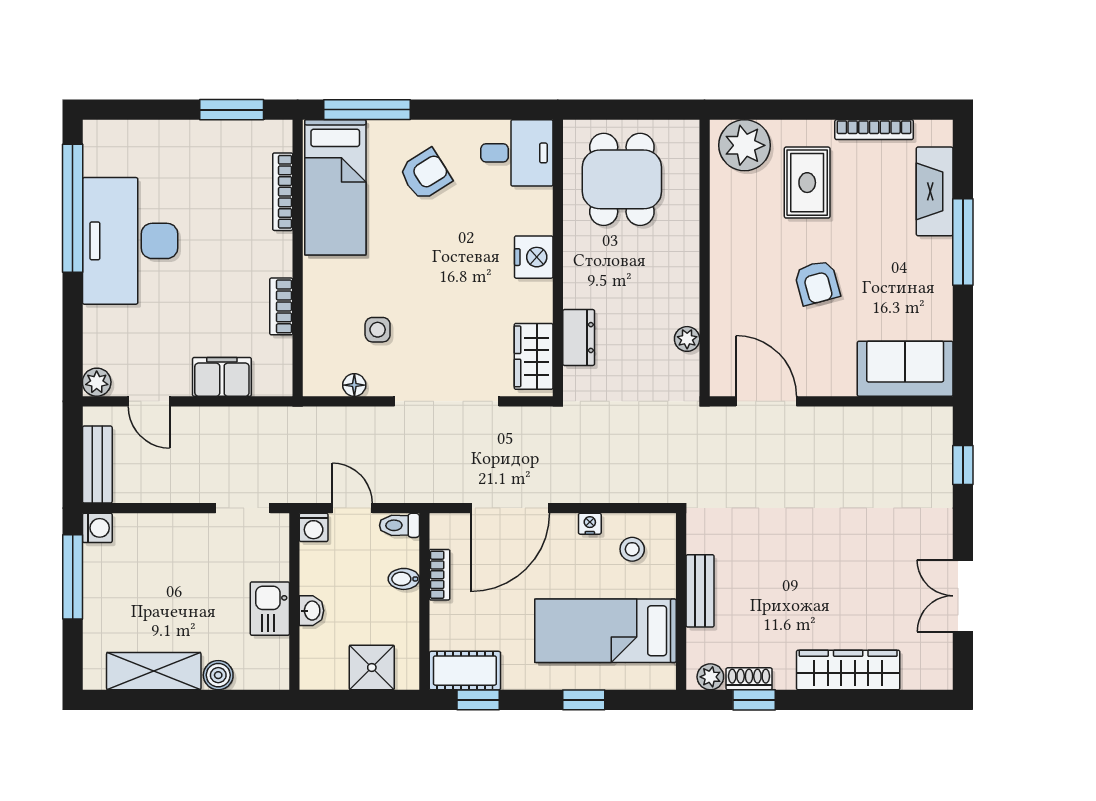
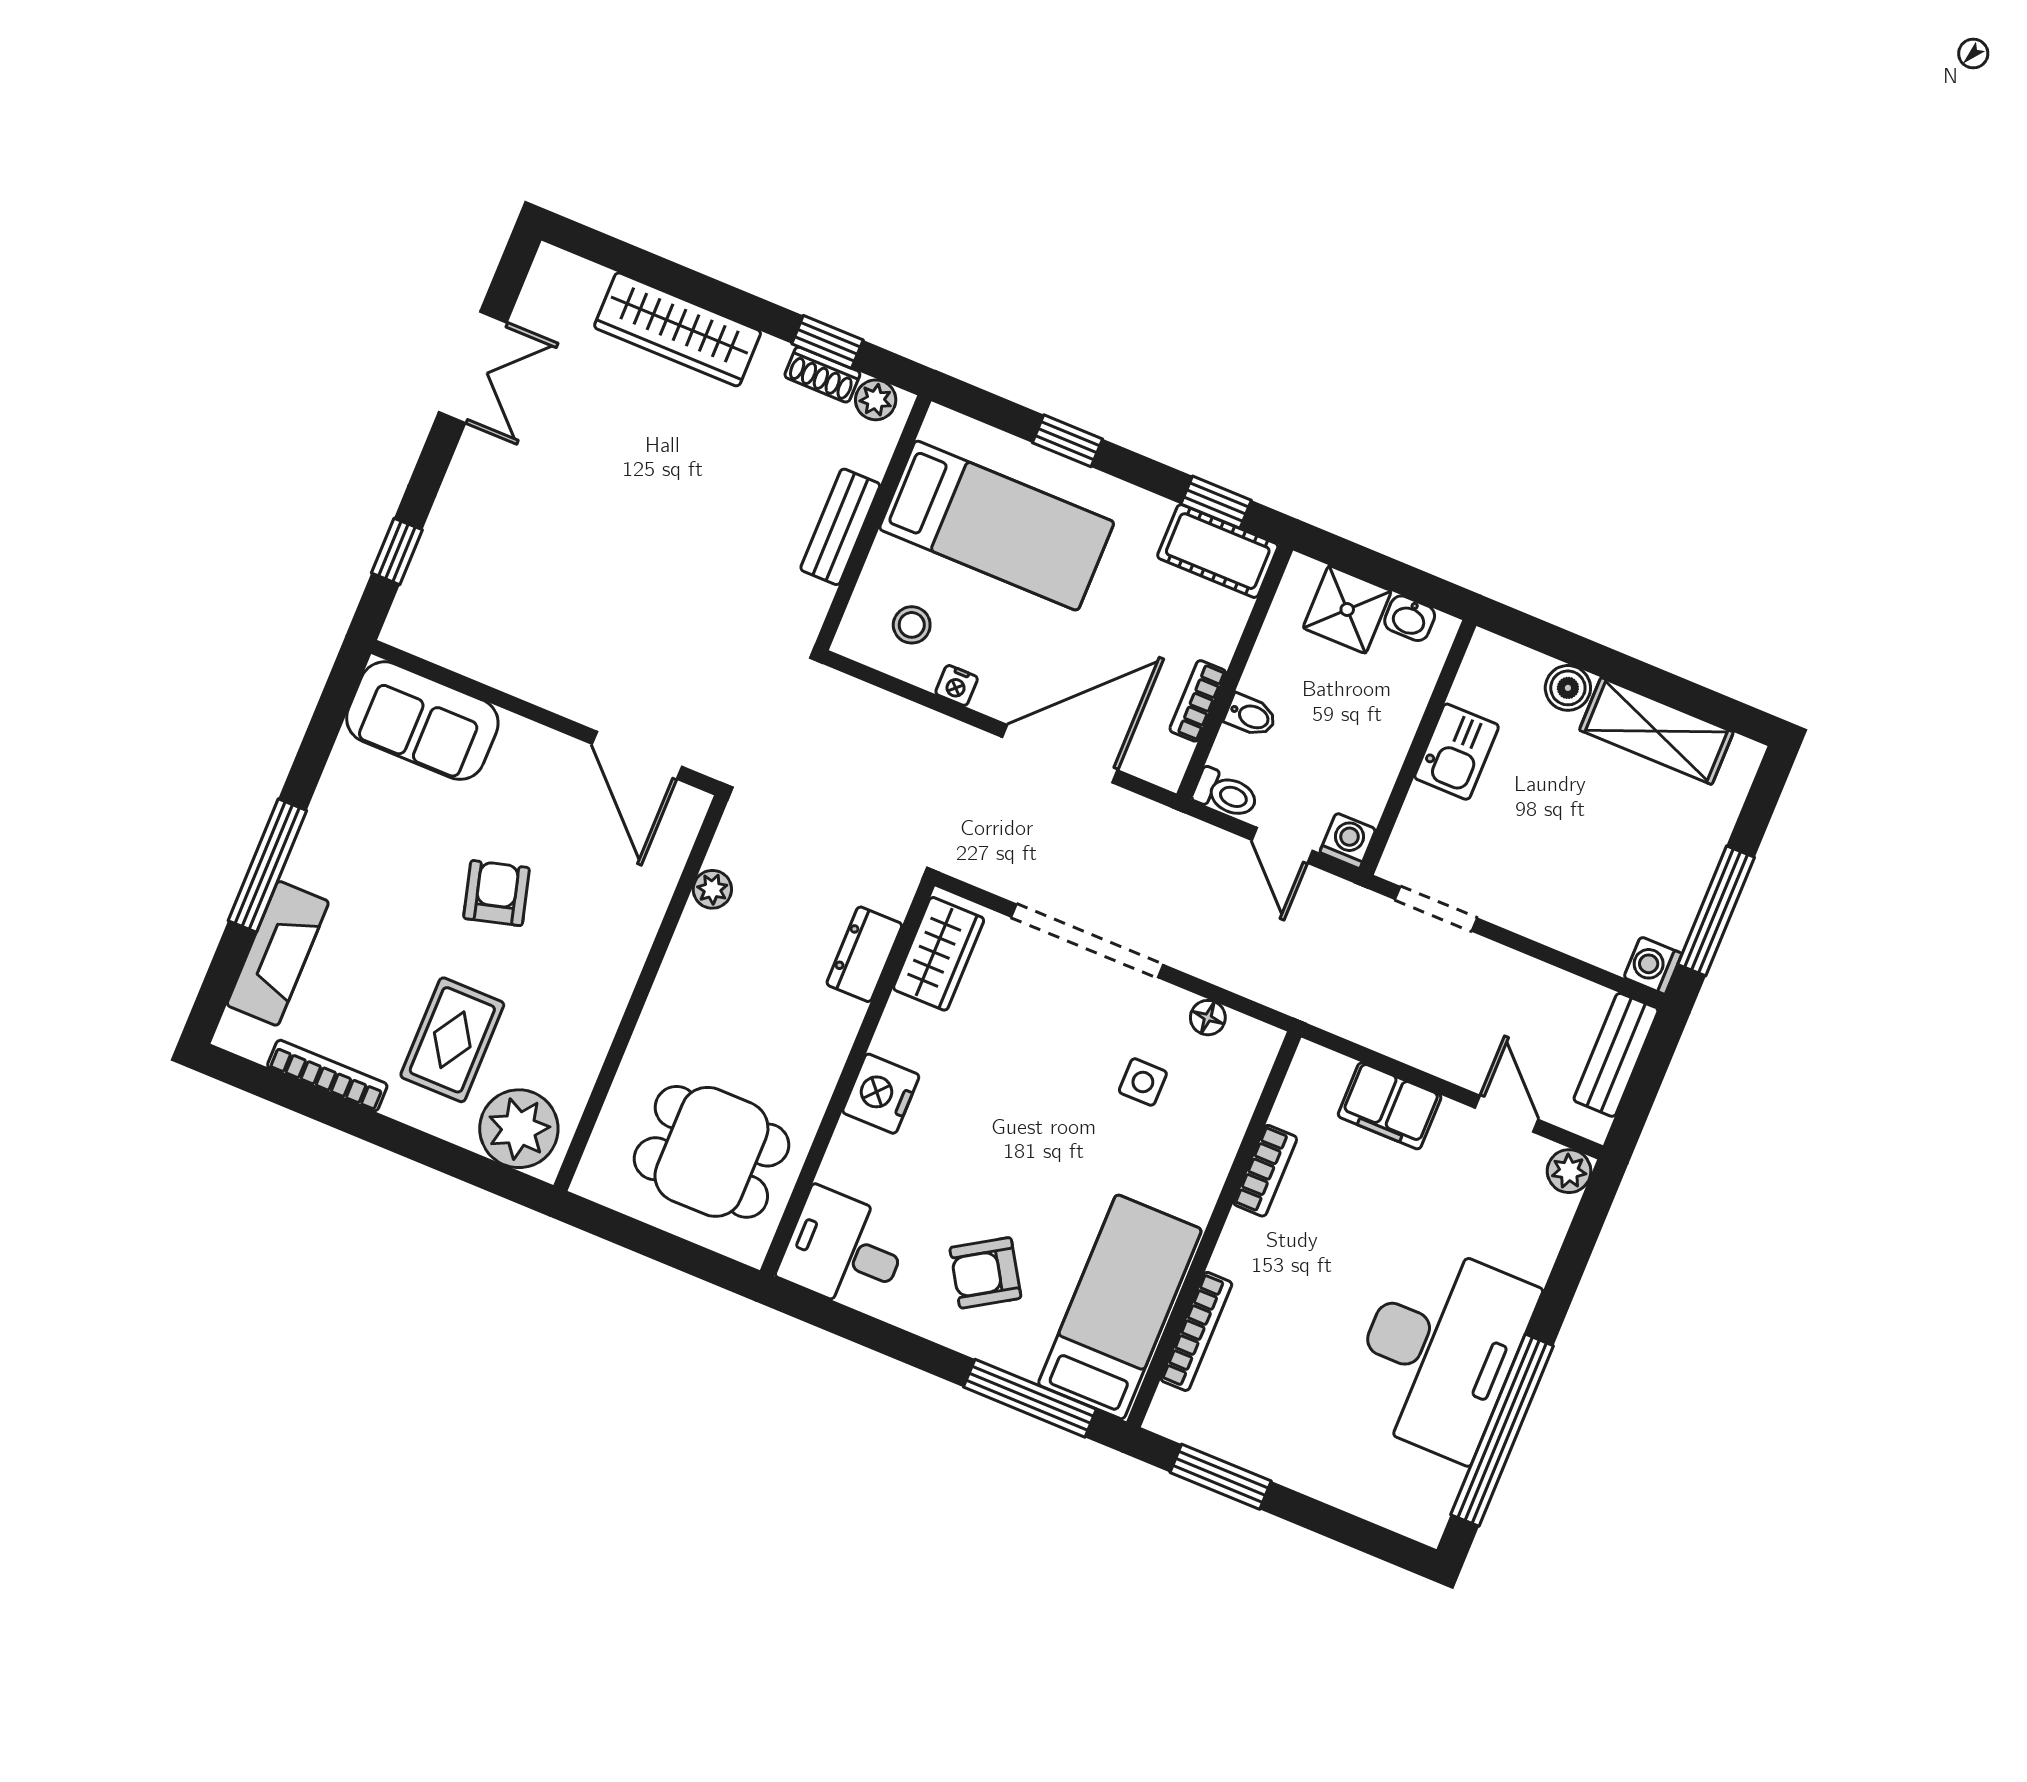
dining table: (622, 179) -> (711, 1152), turned 90
washbasin: (311, 611) -> (1410, 618), moved, turned -90

